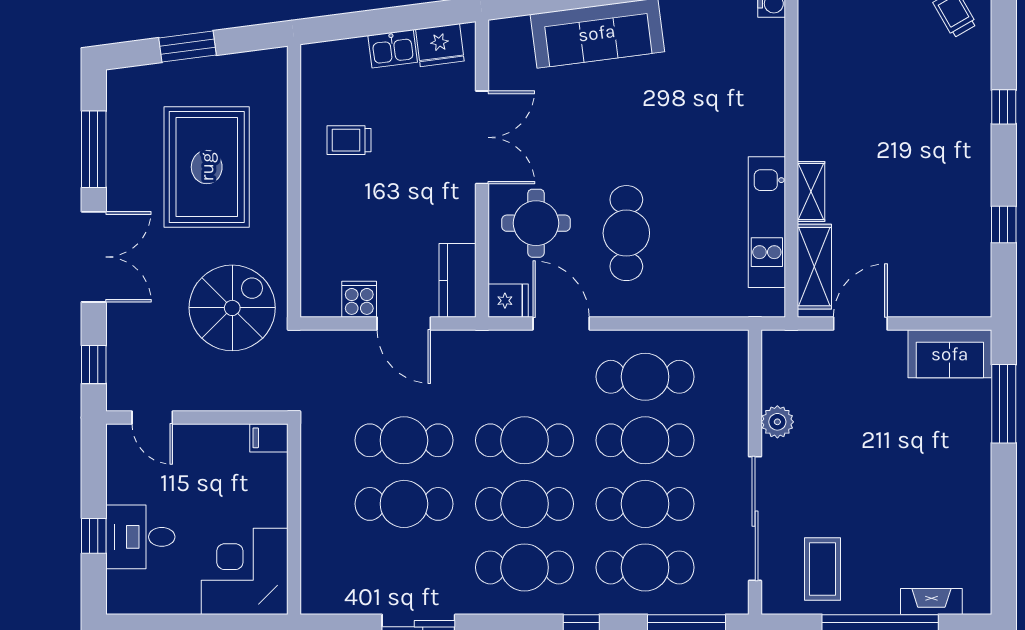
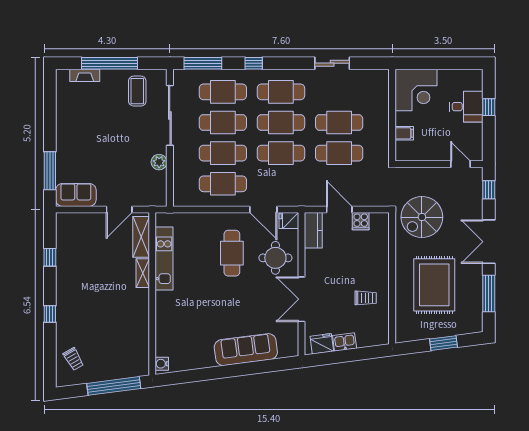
filing cabinet: (269, 438) -> (404, 133), moved

